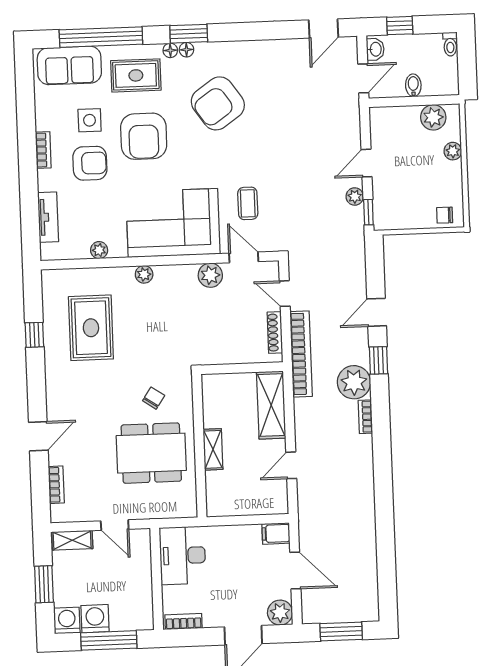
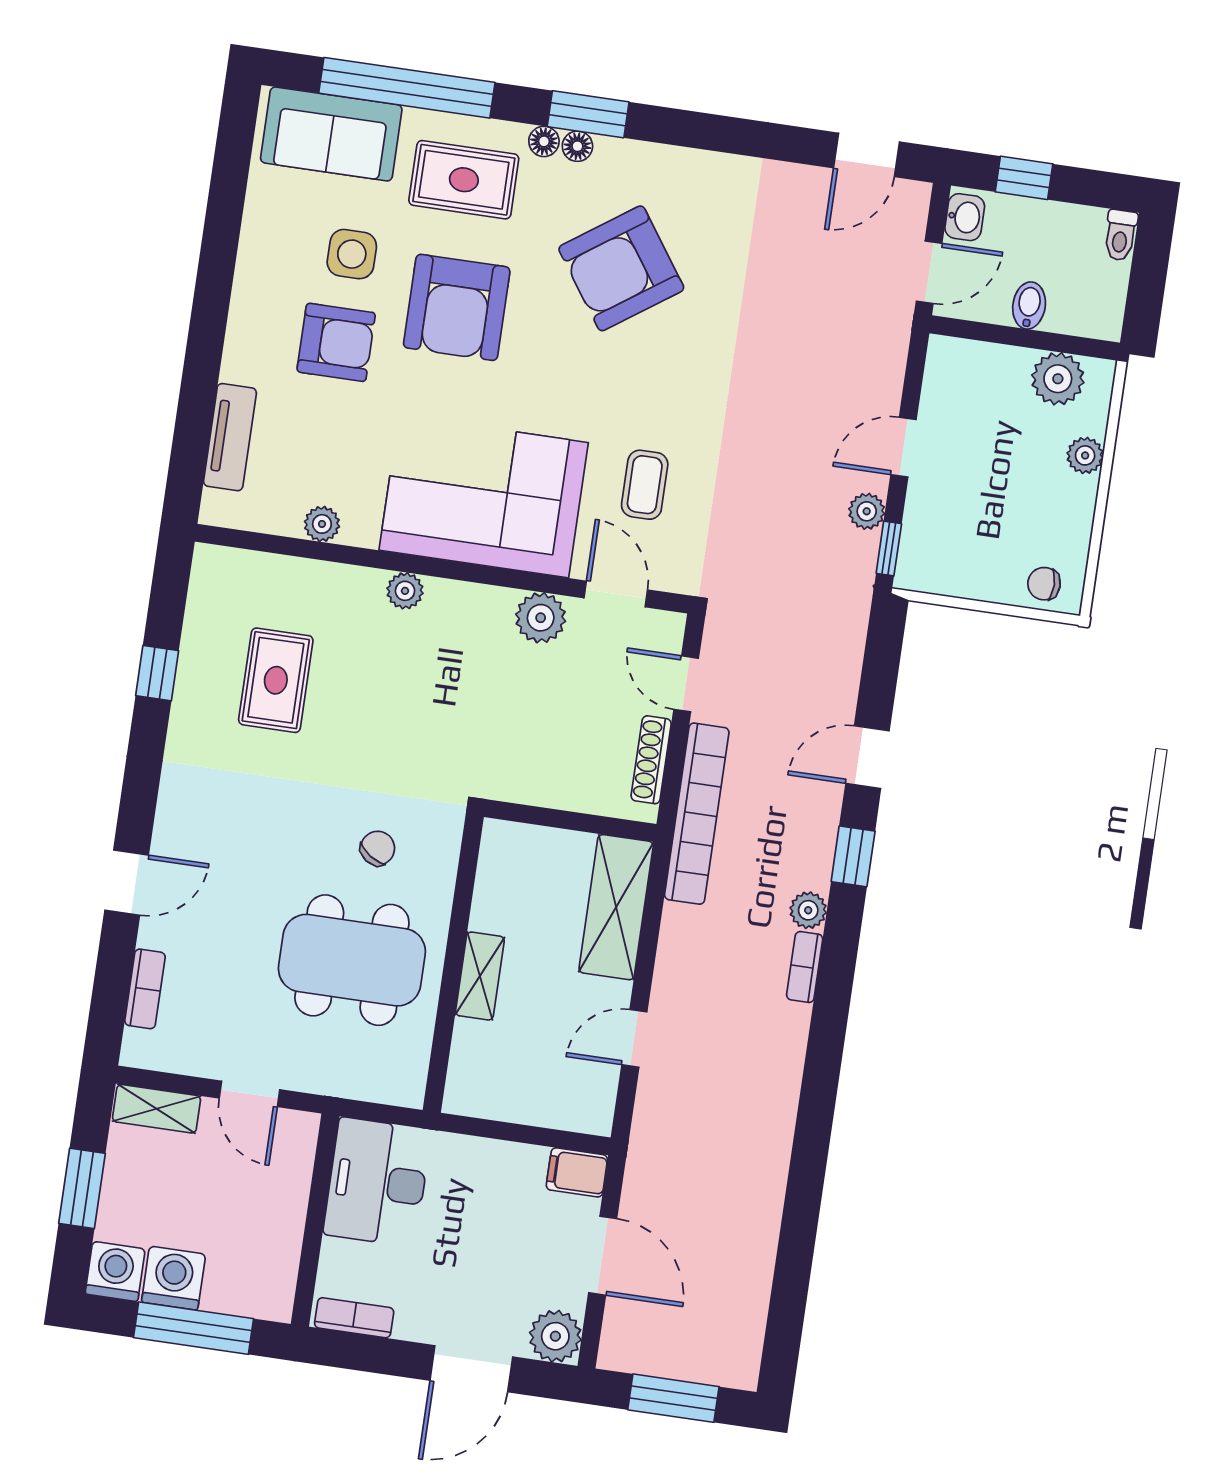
bookcase: (43, 150) -> (246, 297), removed
rug: (91, 328) -> (276, 680), width x0.73, depth x0.70
plant: (354, 382) -> (808, 910), width x0.53, depth x0.53

